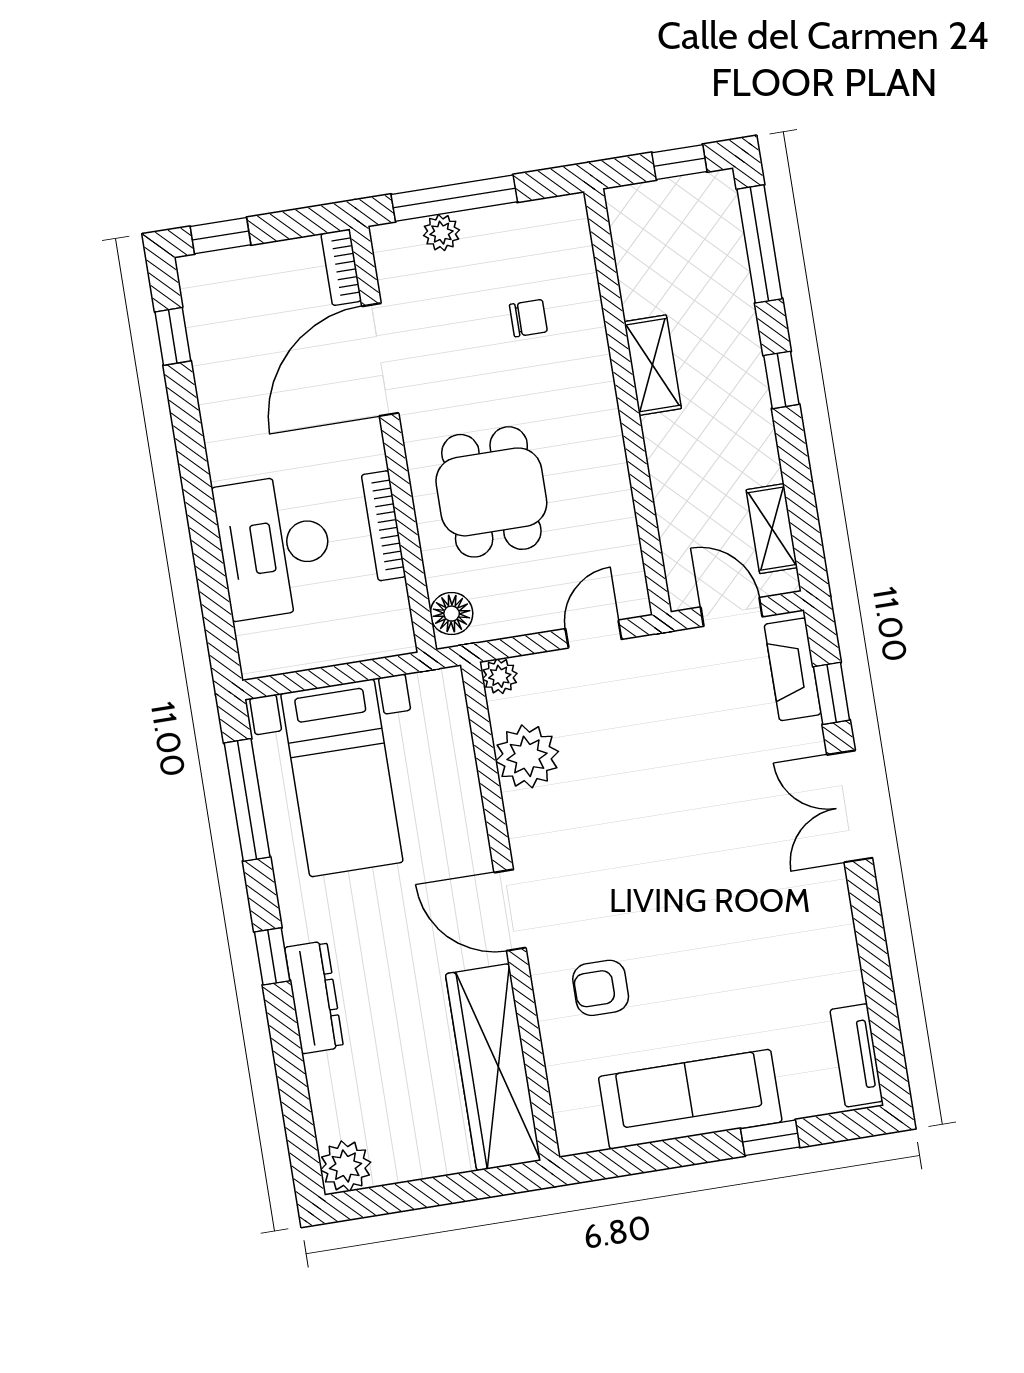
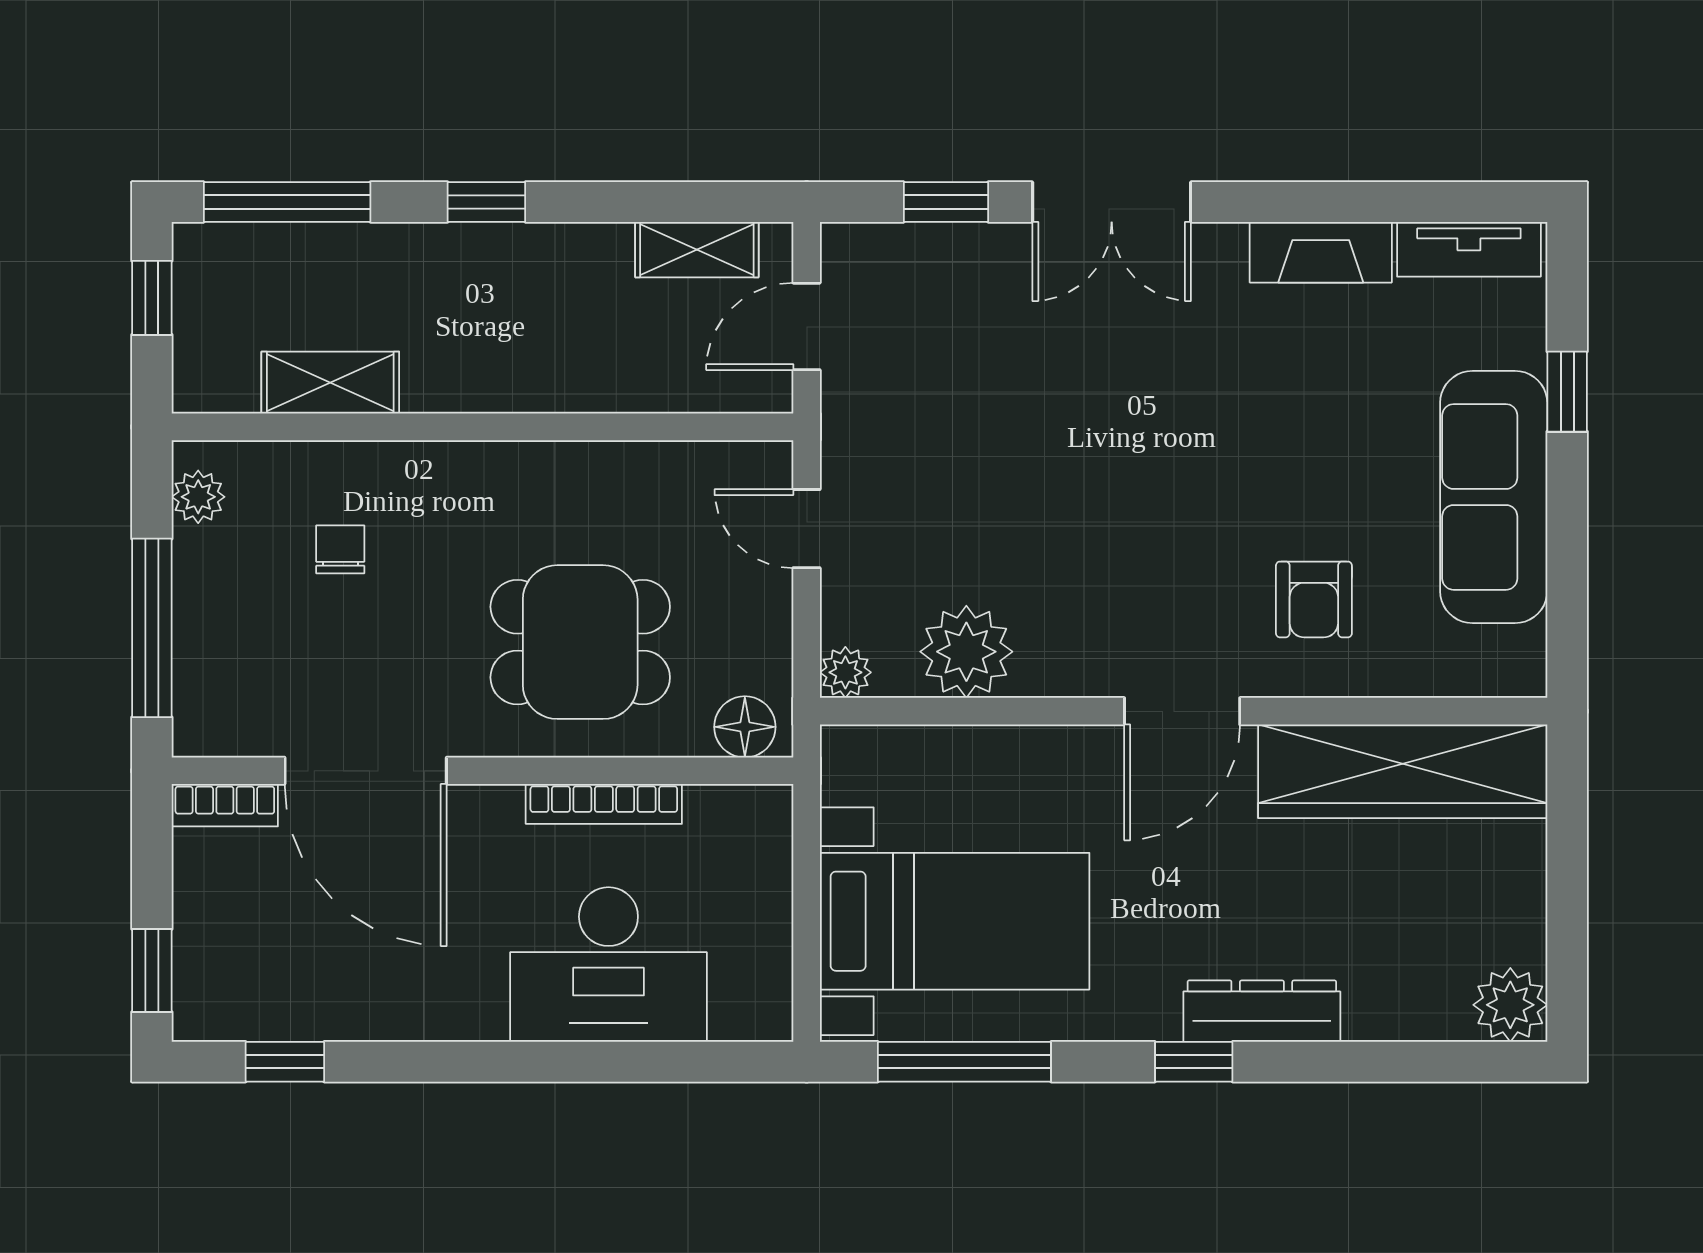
plant: (441, 233) -> (198, 497), moved
shelving: (653, 365) -> (330, 383), moved
fireplace: (793, 669) -> (1321, 252), moved

